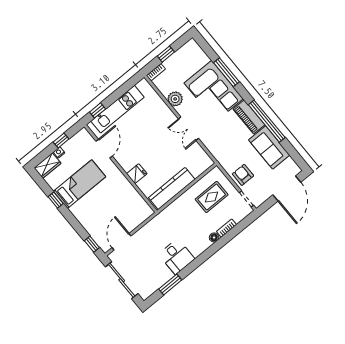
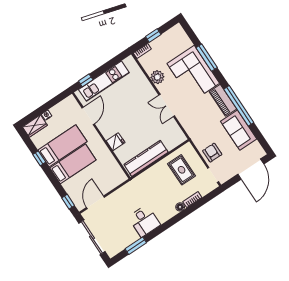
window: (61, 141) -> (50, 104), removed
rug: (212, 197) -> (182, 170), turned 90
bed: (93, 203) -> (73, 164), added

